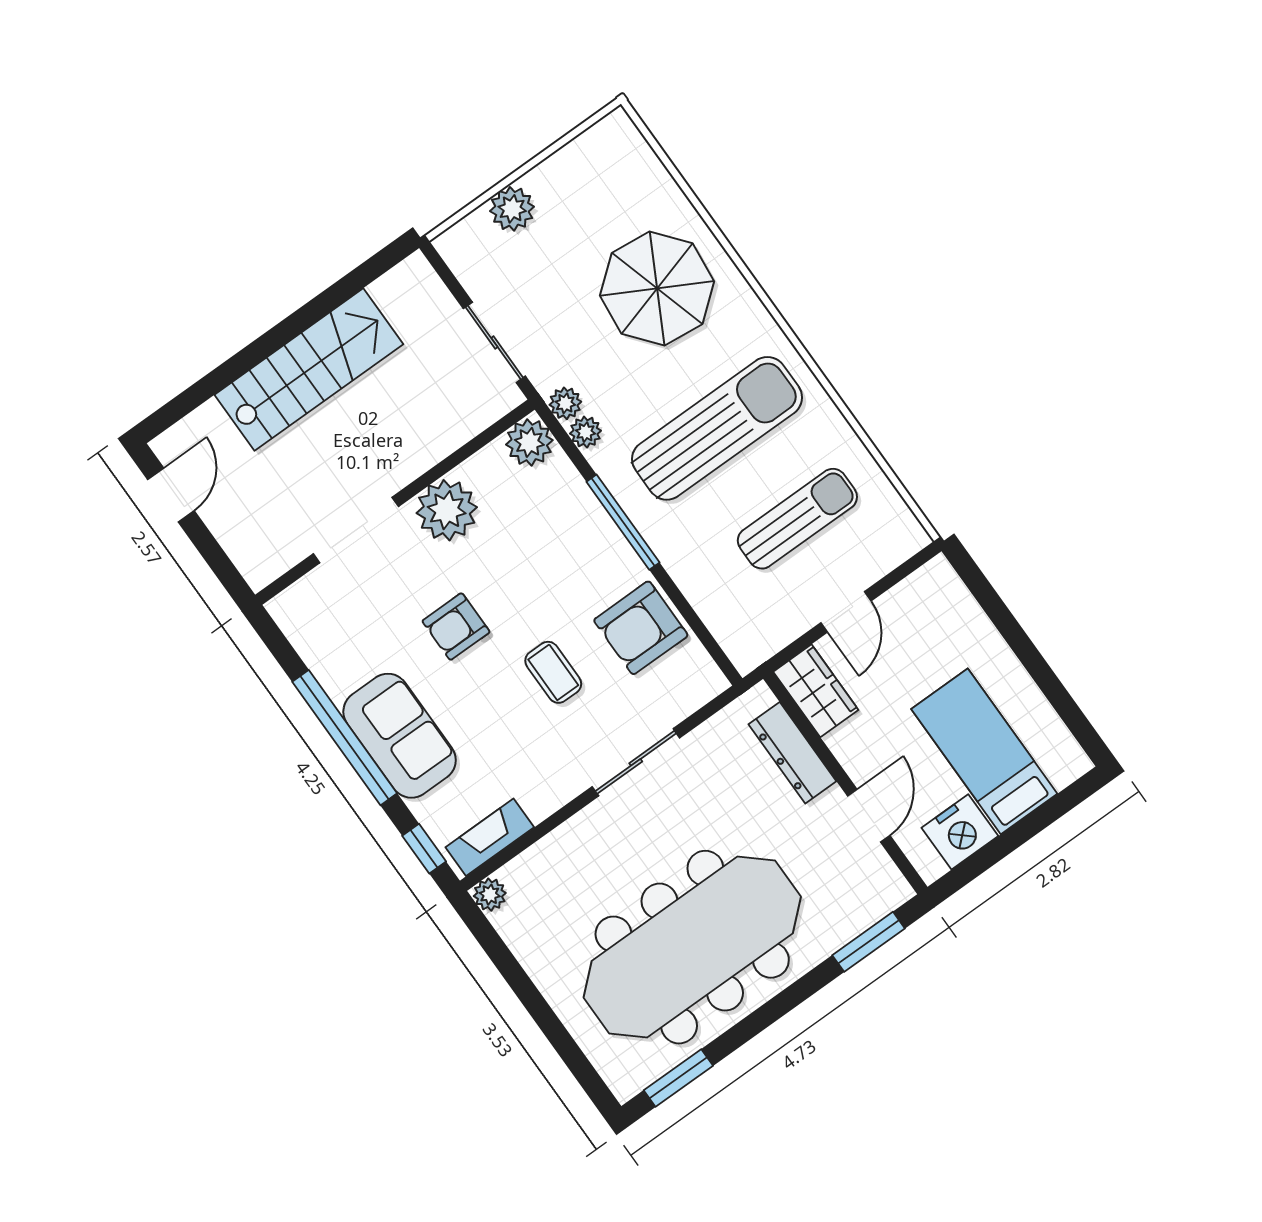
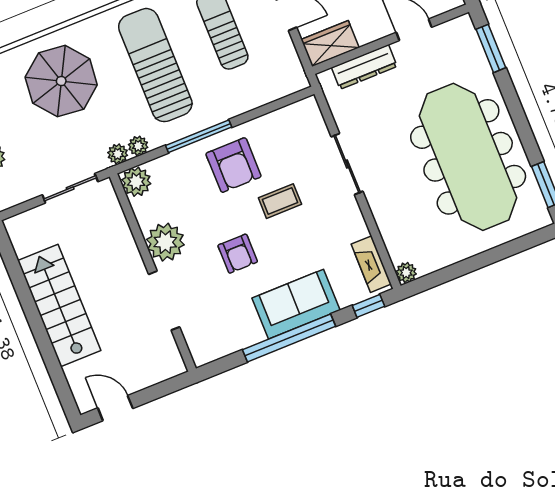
armchair: (641, 628) -> (234, 165), moved

